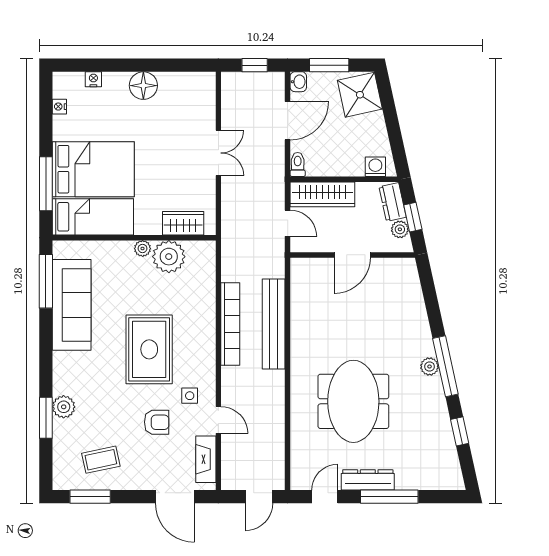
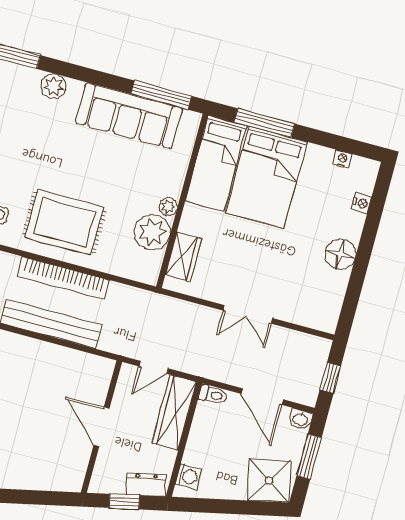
plant: (400, 229) -> (115, 484), removed
rug: (149, 349) -> (64, 223), moved
plant: (64, 407) -> (53, 86), moved

